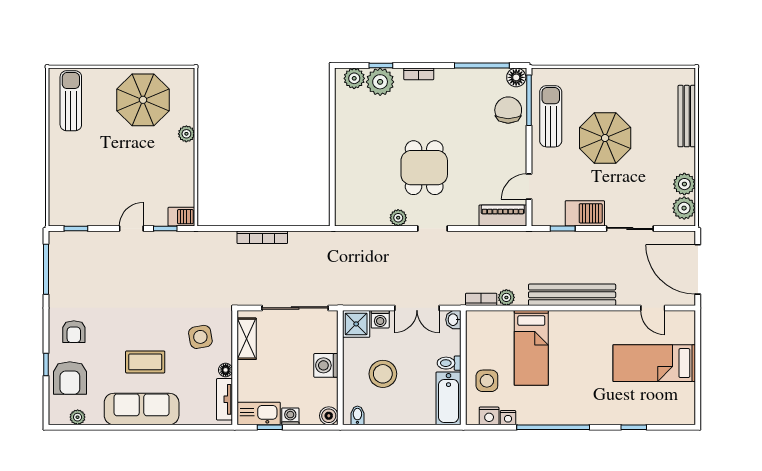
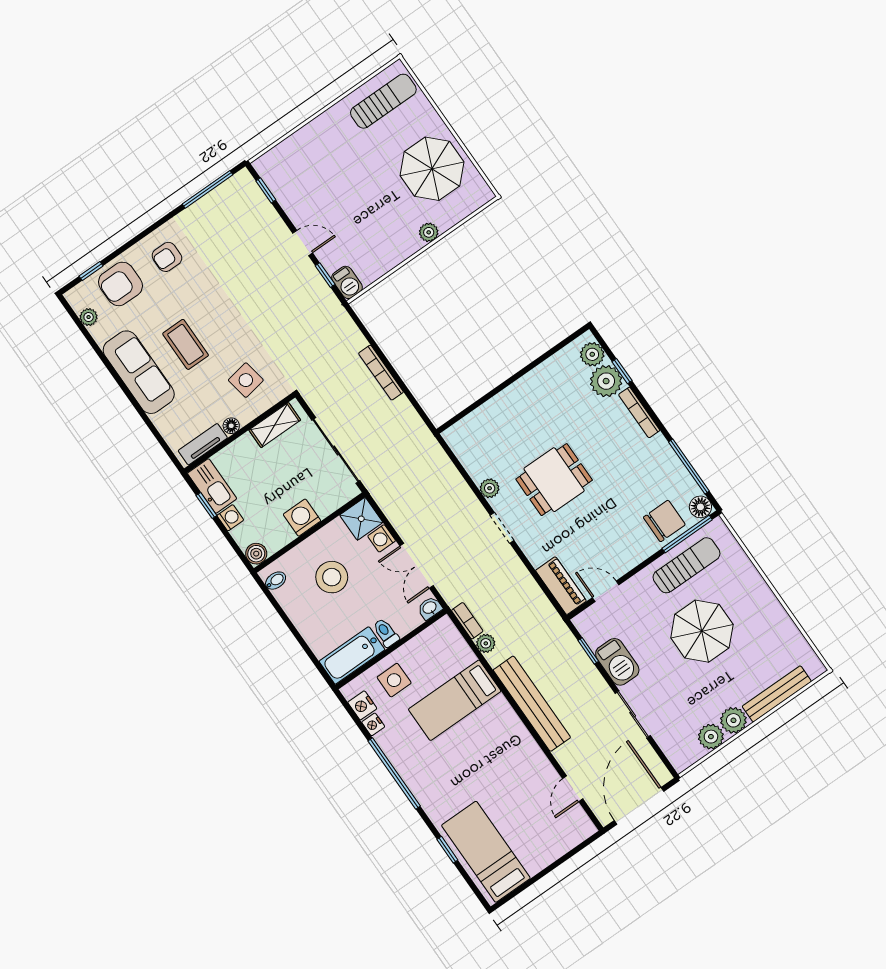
bookcase: (419, 74) -> (639, 412), width x1.56
plant: (684, 208) -> (733, 720), moved
bed: (654, 363) -> (486, 852), moved
window: (46, 364) -> (91, 271), moved

